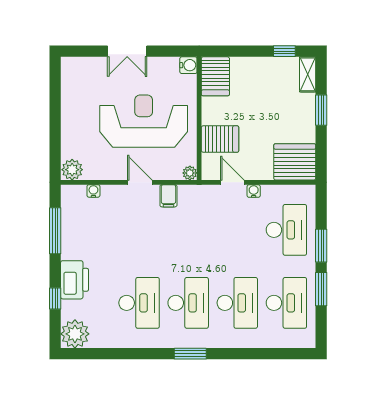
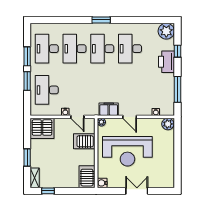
filing cabinet: (168, 196) -> (109, 109), width x2.00

